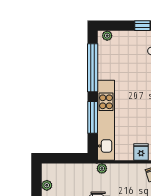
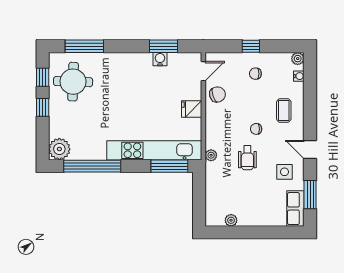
plant: (107, 36) -> (59, 149), width x1.88, depth x1.88
window: (93, 117) -> (169, 166), moved

